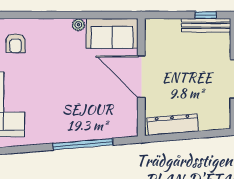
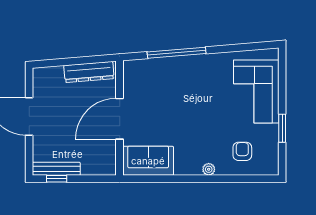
plant: (78, 25) -> (209, 169), moved
door: (141, 77) -> (120, 119), swing flipped

